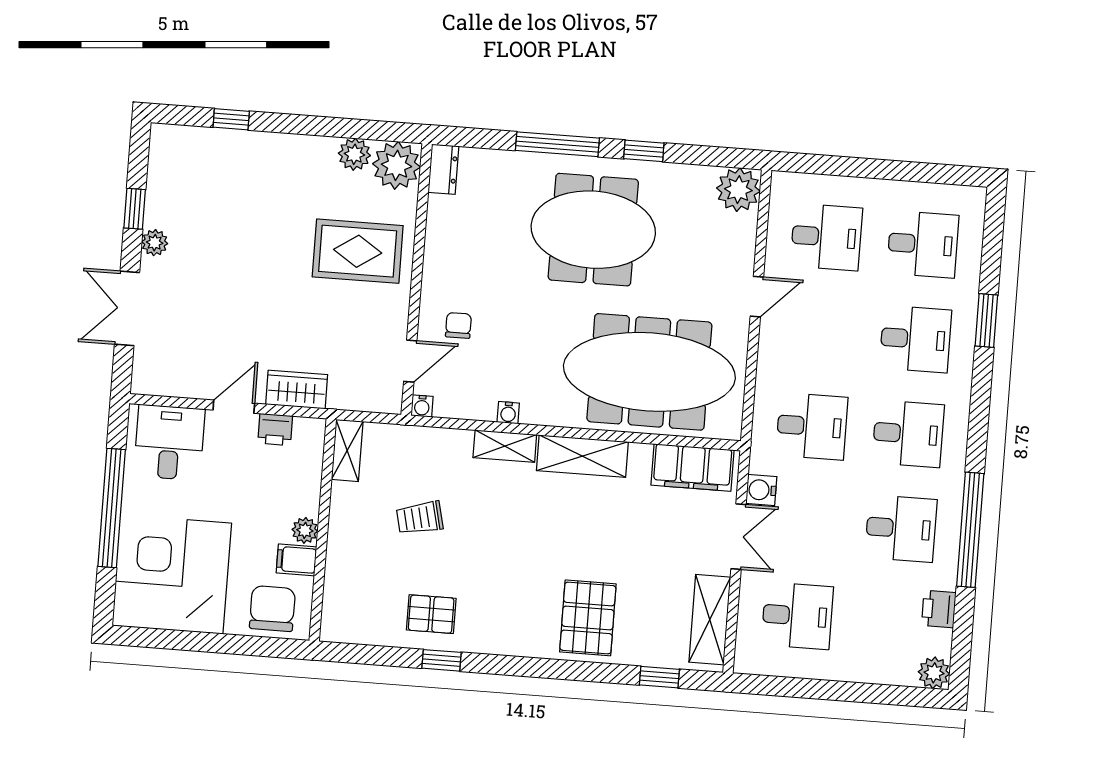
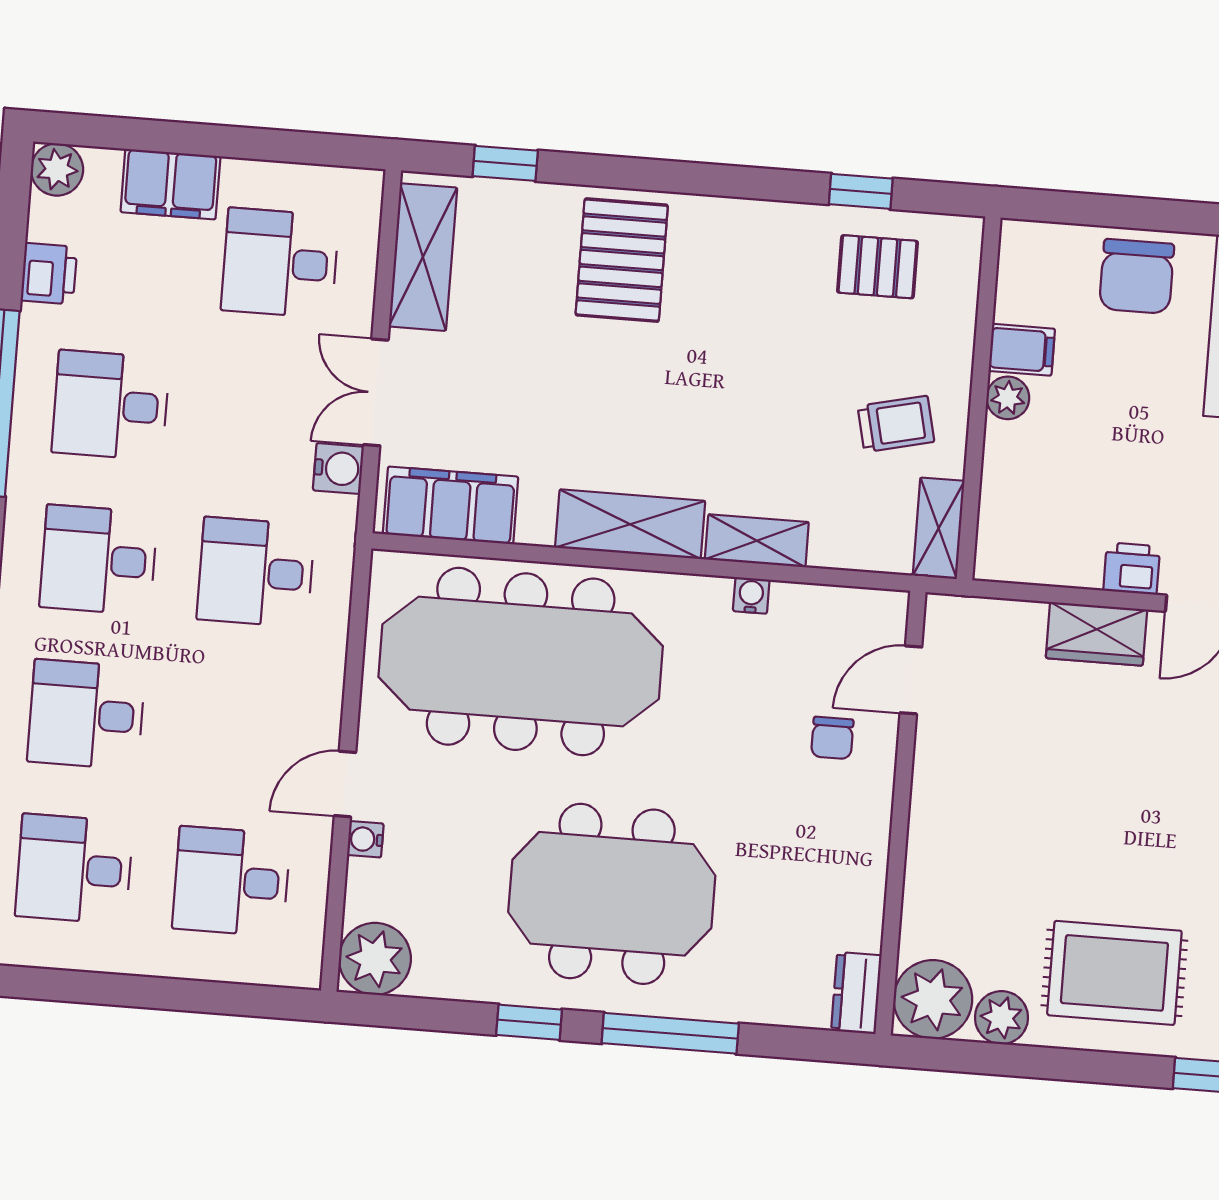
rug: (358, 251) -> (1114, 973), moved
water cooler: (422, 406) -> (365, 839), moved, turned -90
shelving: (347, 450) -> (939, 528), moved
plant: (305, 530) -> (1008, 398), moved
wall: (323, 530) -> (979, 398), moved
filing cabinet: (296, 560) -> (1022, 350), moved
filing cabinet: (864, 664) -> (170, 184), added

